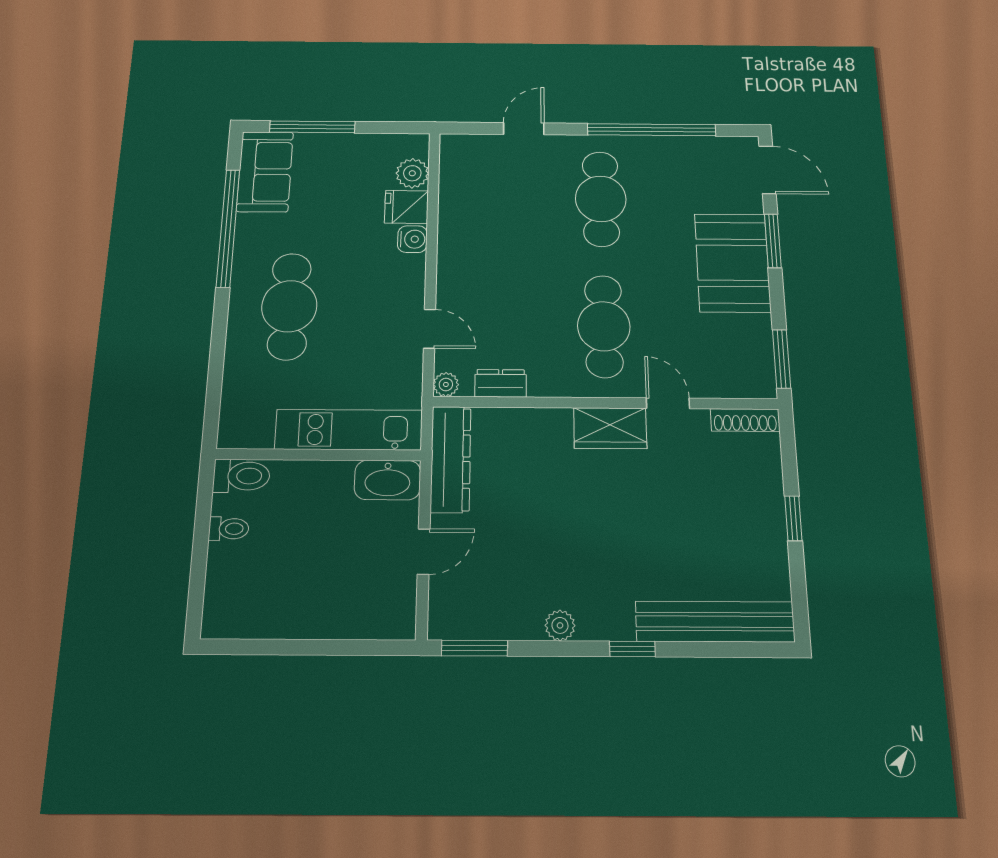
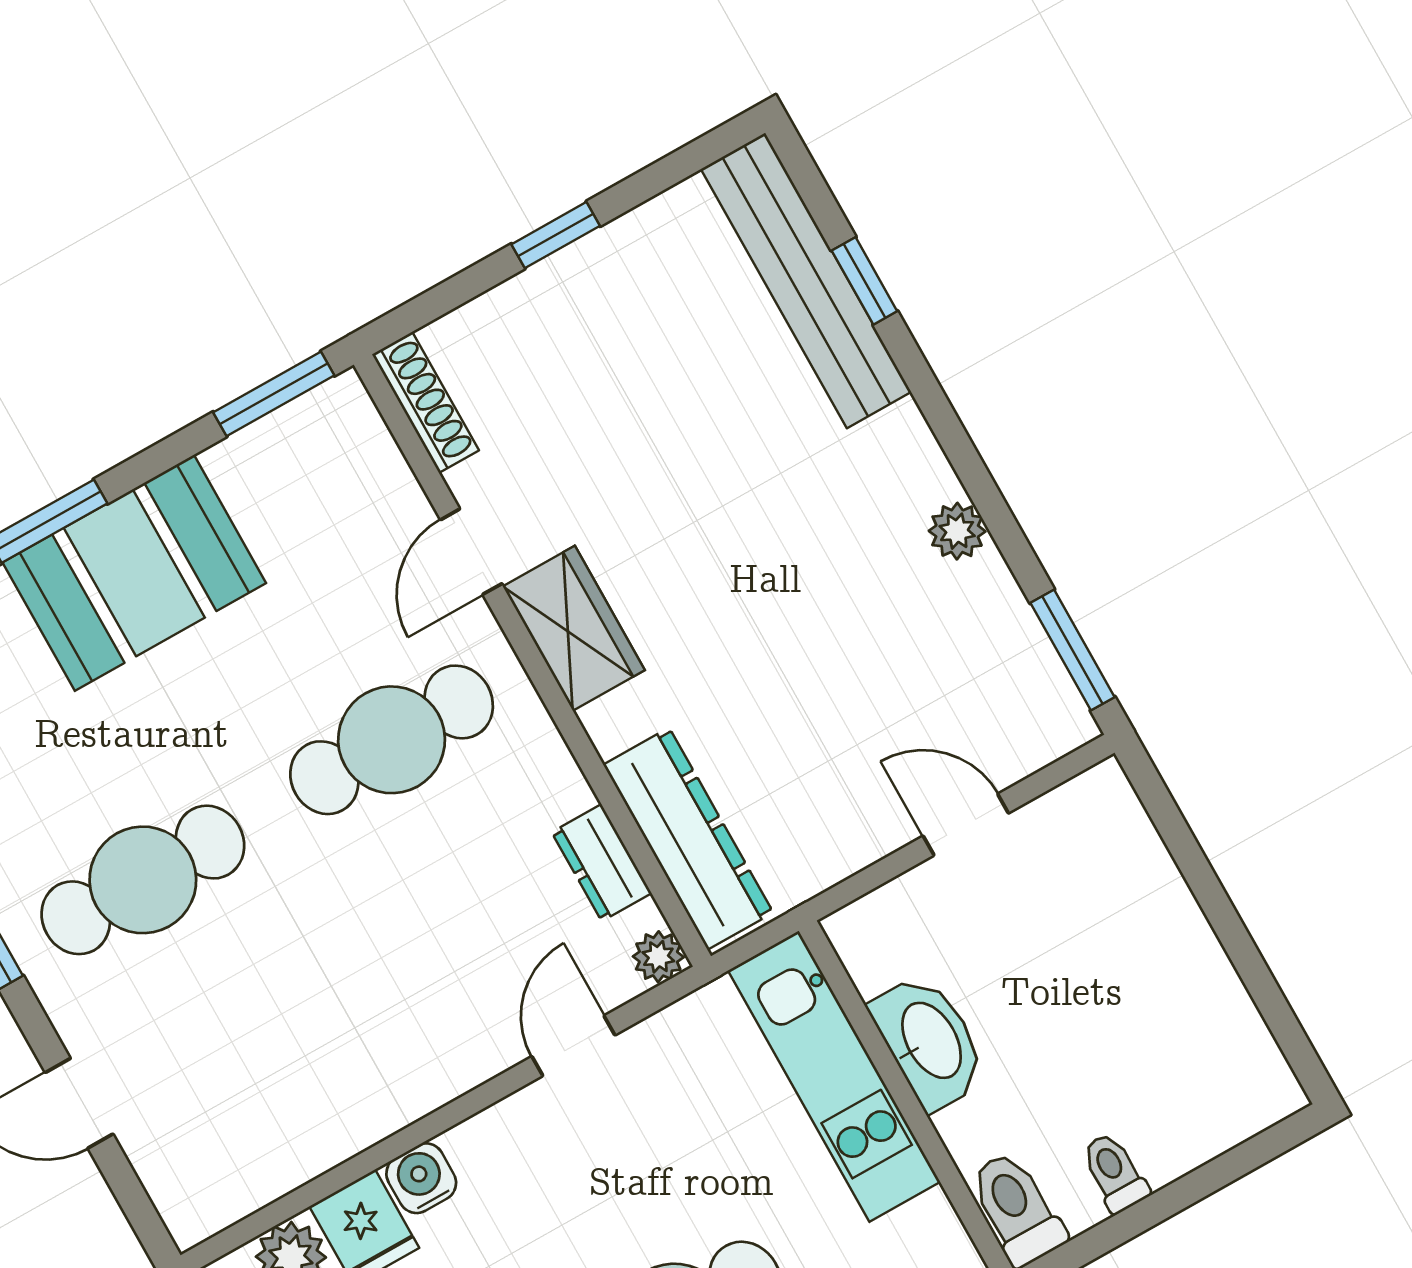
dresser: (451, 459) -> (688, 839), moved, turned 90
washbasin: (387, 480) -> (930, 1042), moved
window: (632, 649) -> (864, 281), moved

